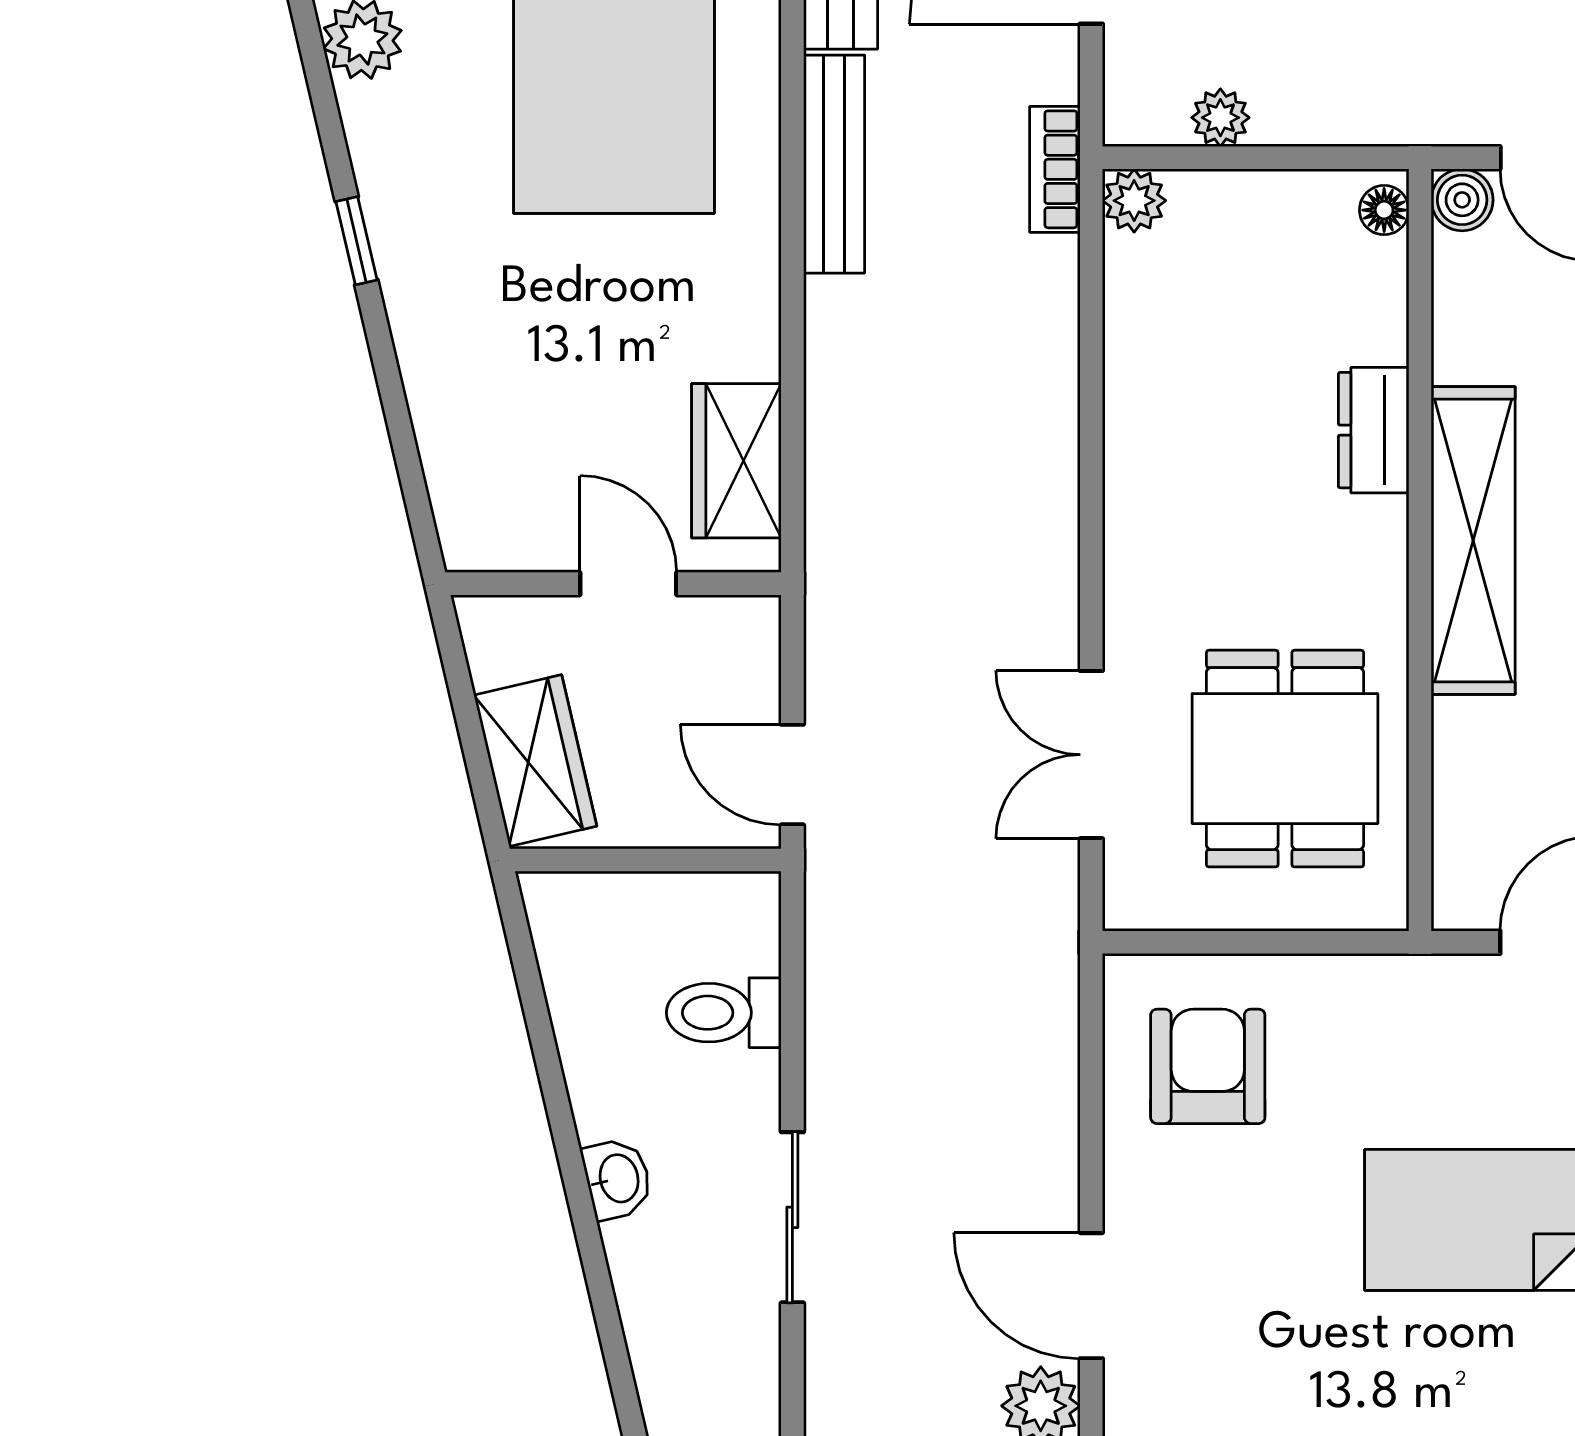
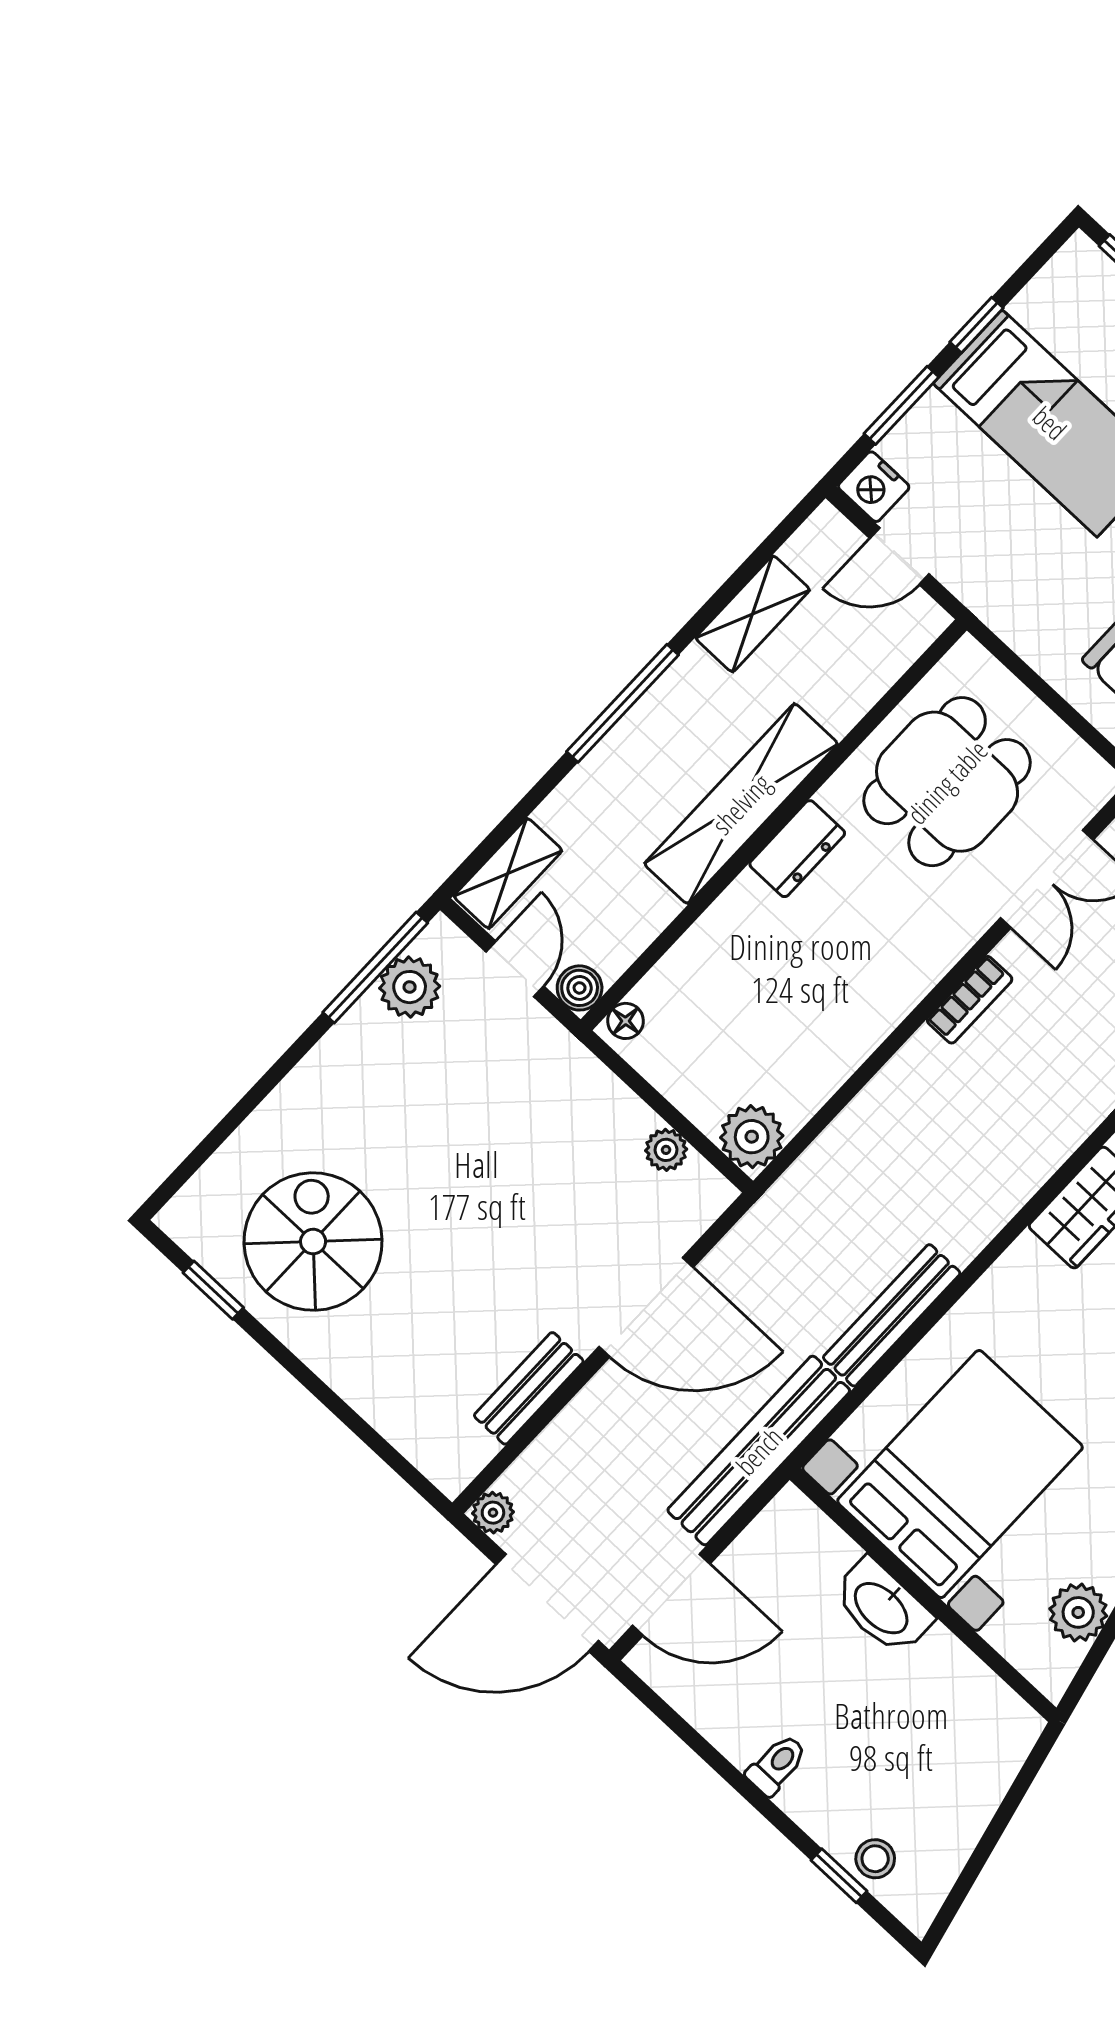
bookcase: (1055, 169) -> (970, 1000), moved
plant: (1134, 201) -> (752, 1137), width x1.38, depth x1.38
dresser: (1374, 430) -> (797, 849), moved

